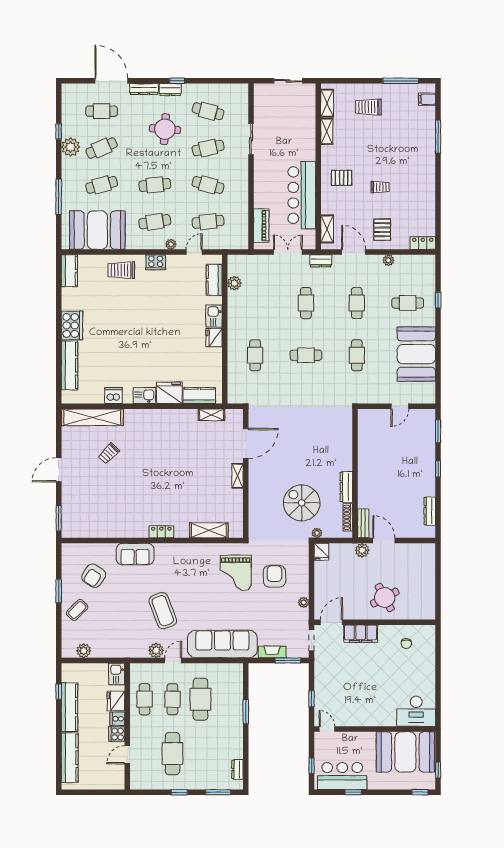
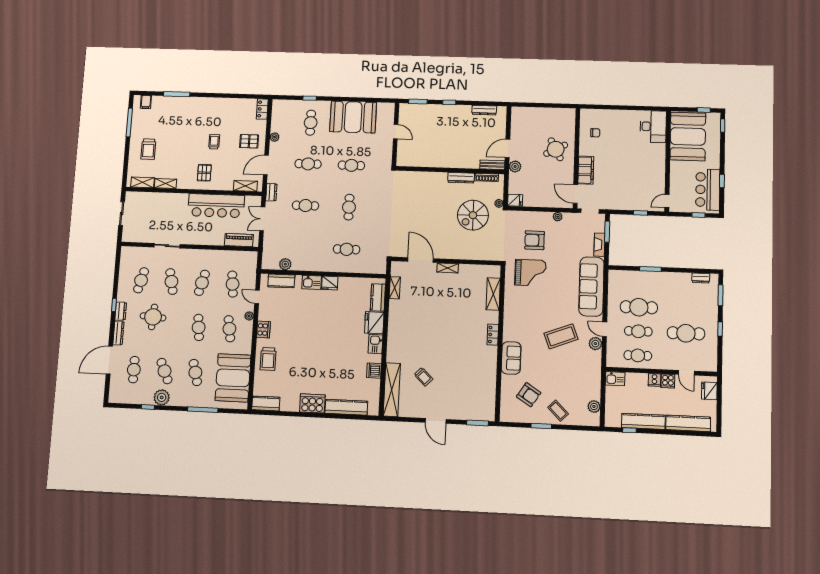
fridge: (116, 701) -> (709, 391), moved, turned 90

